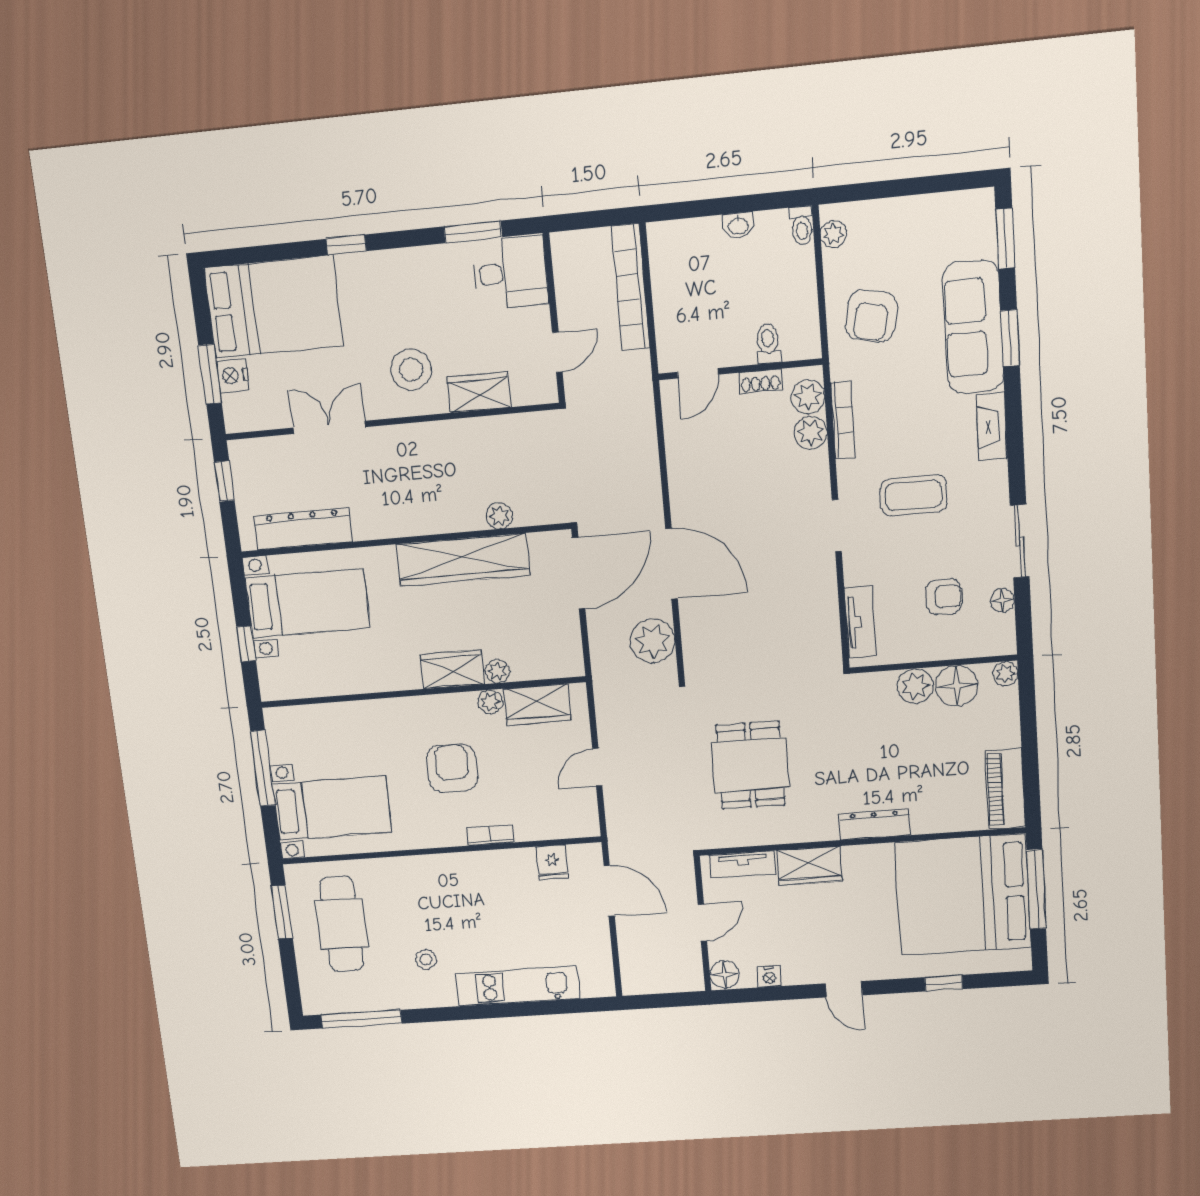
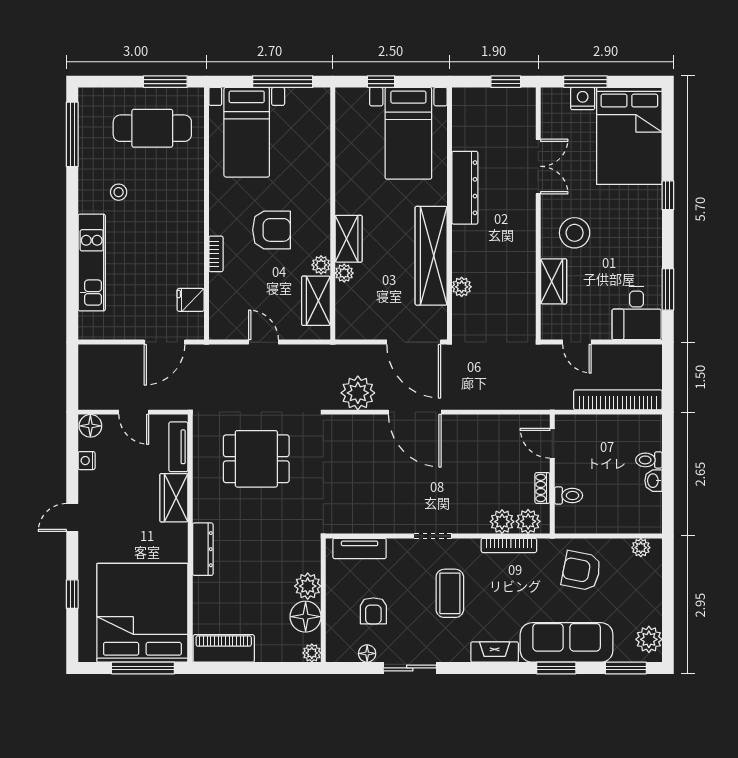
plant: (963, 209) -> (649, 639), added
toilet: (802, 226) -> (649, 460), moved
dresser: (303, 529) -> (465, 188), moved
door: (672, 564) -> (415, 412), hinge flipped

